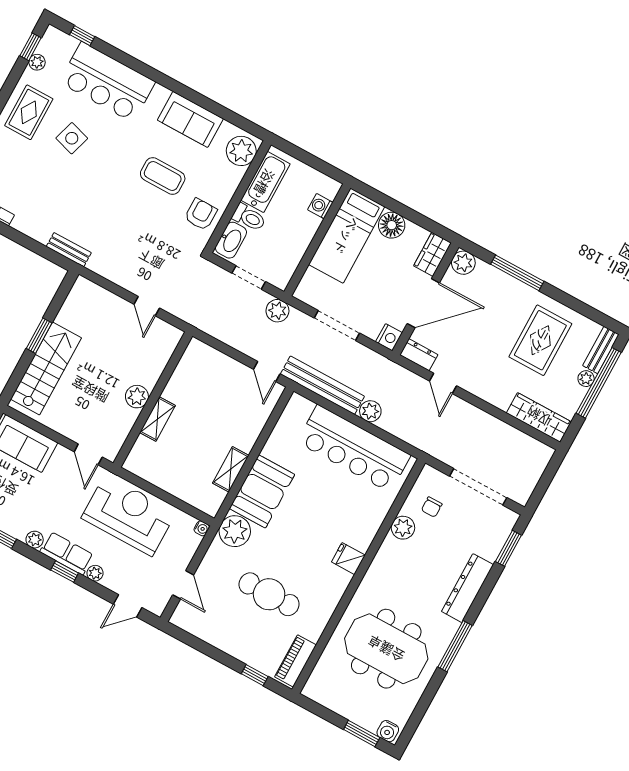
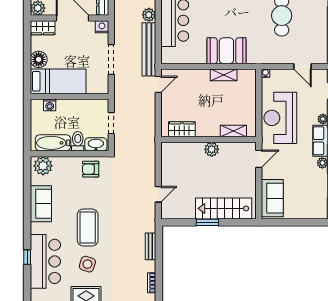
window: (82, 36) -> (27, 257), moved
coffee table: (163, 176) -> (88, 227), moved, width x1.36, depth x1.32
bench: (69, 250) -> (150, 246), moved
door: (147, 306) -> (158, 194), moved
plant: (277, 311) -> (121, 97), removed
wardrobe: (187, 371) -> (182, 129), added
shelving: (158, 419) -> (233, 131), moved
plant: (235, 531) -> (257, 54), removed
door: (183, 585) -> (303, 66), swing flipped

